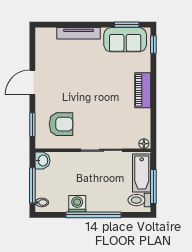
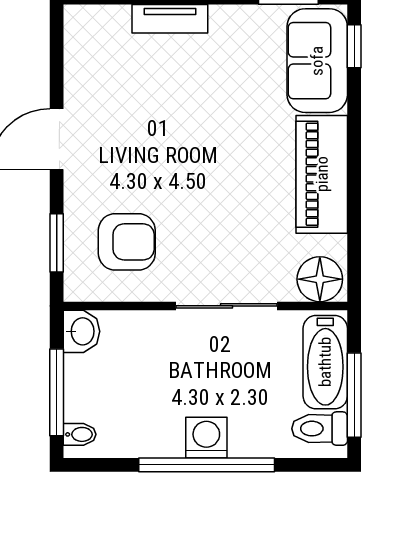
tv unit: (79, 33) -> (170, 19), width x0.71
sofa: (125, 40) -> (317, 61), moved, turned 90
piano: (143, 90) -> (322, 174), width x1.37, depth x1.33
floor lamp: (144, 144) -> (320, 279), width x1.89, depth x1.89
washing machine: (77, 204) -> (206, 438), moved

